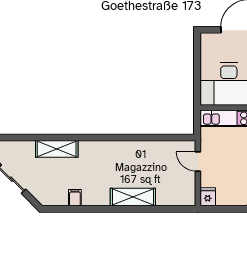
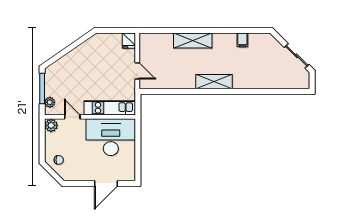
shelving: (57, 149) -> (214, 82), moved

